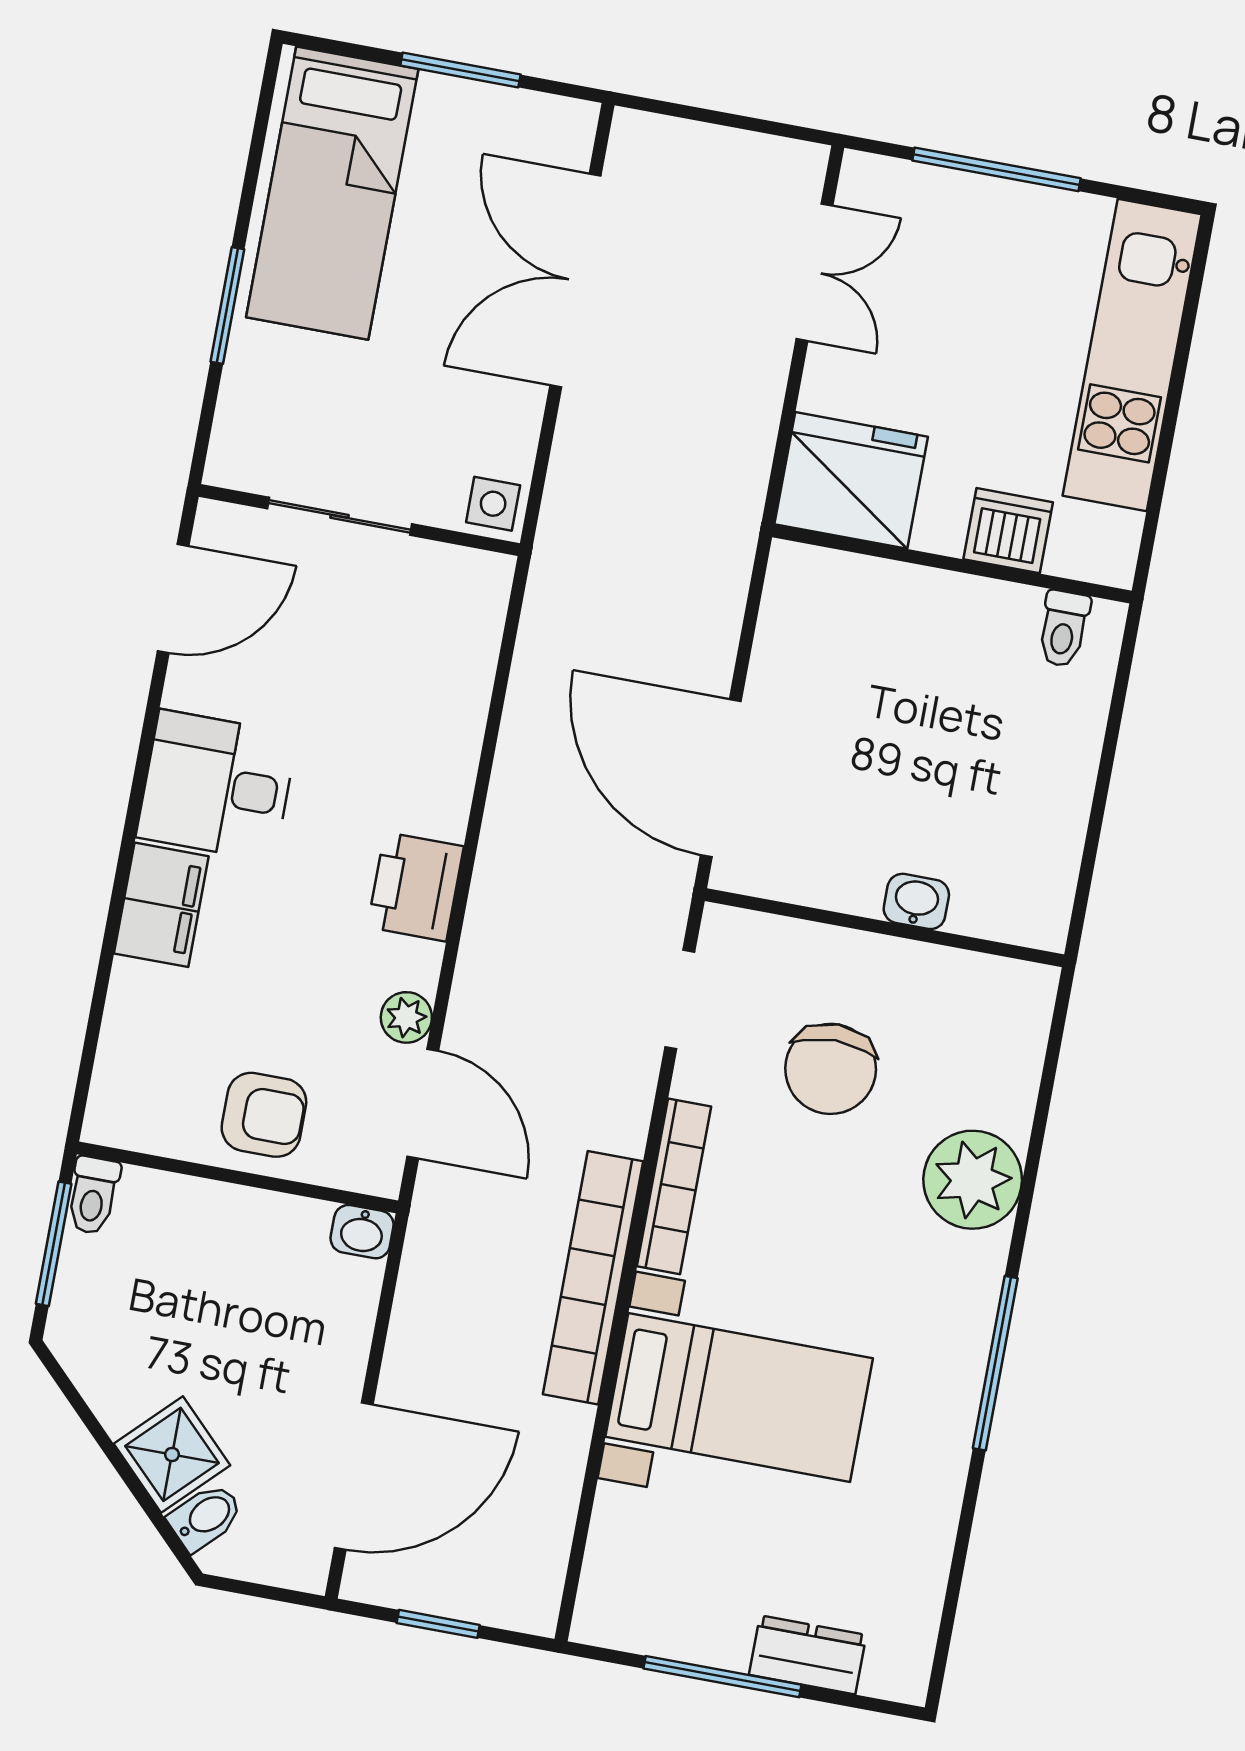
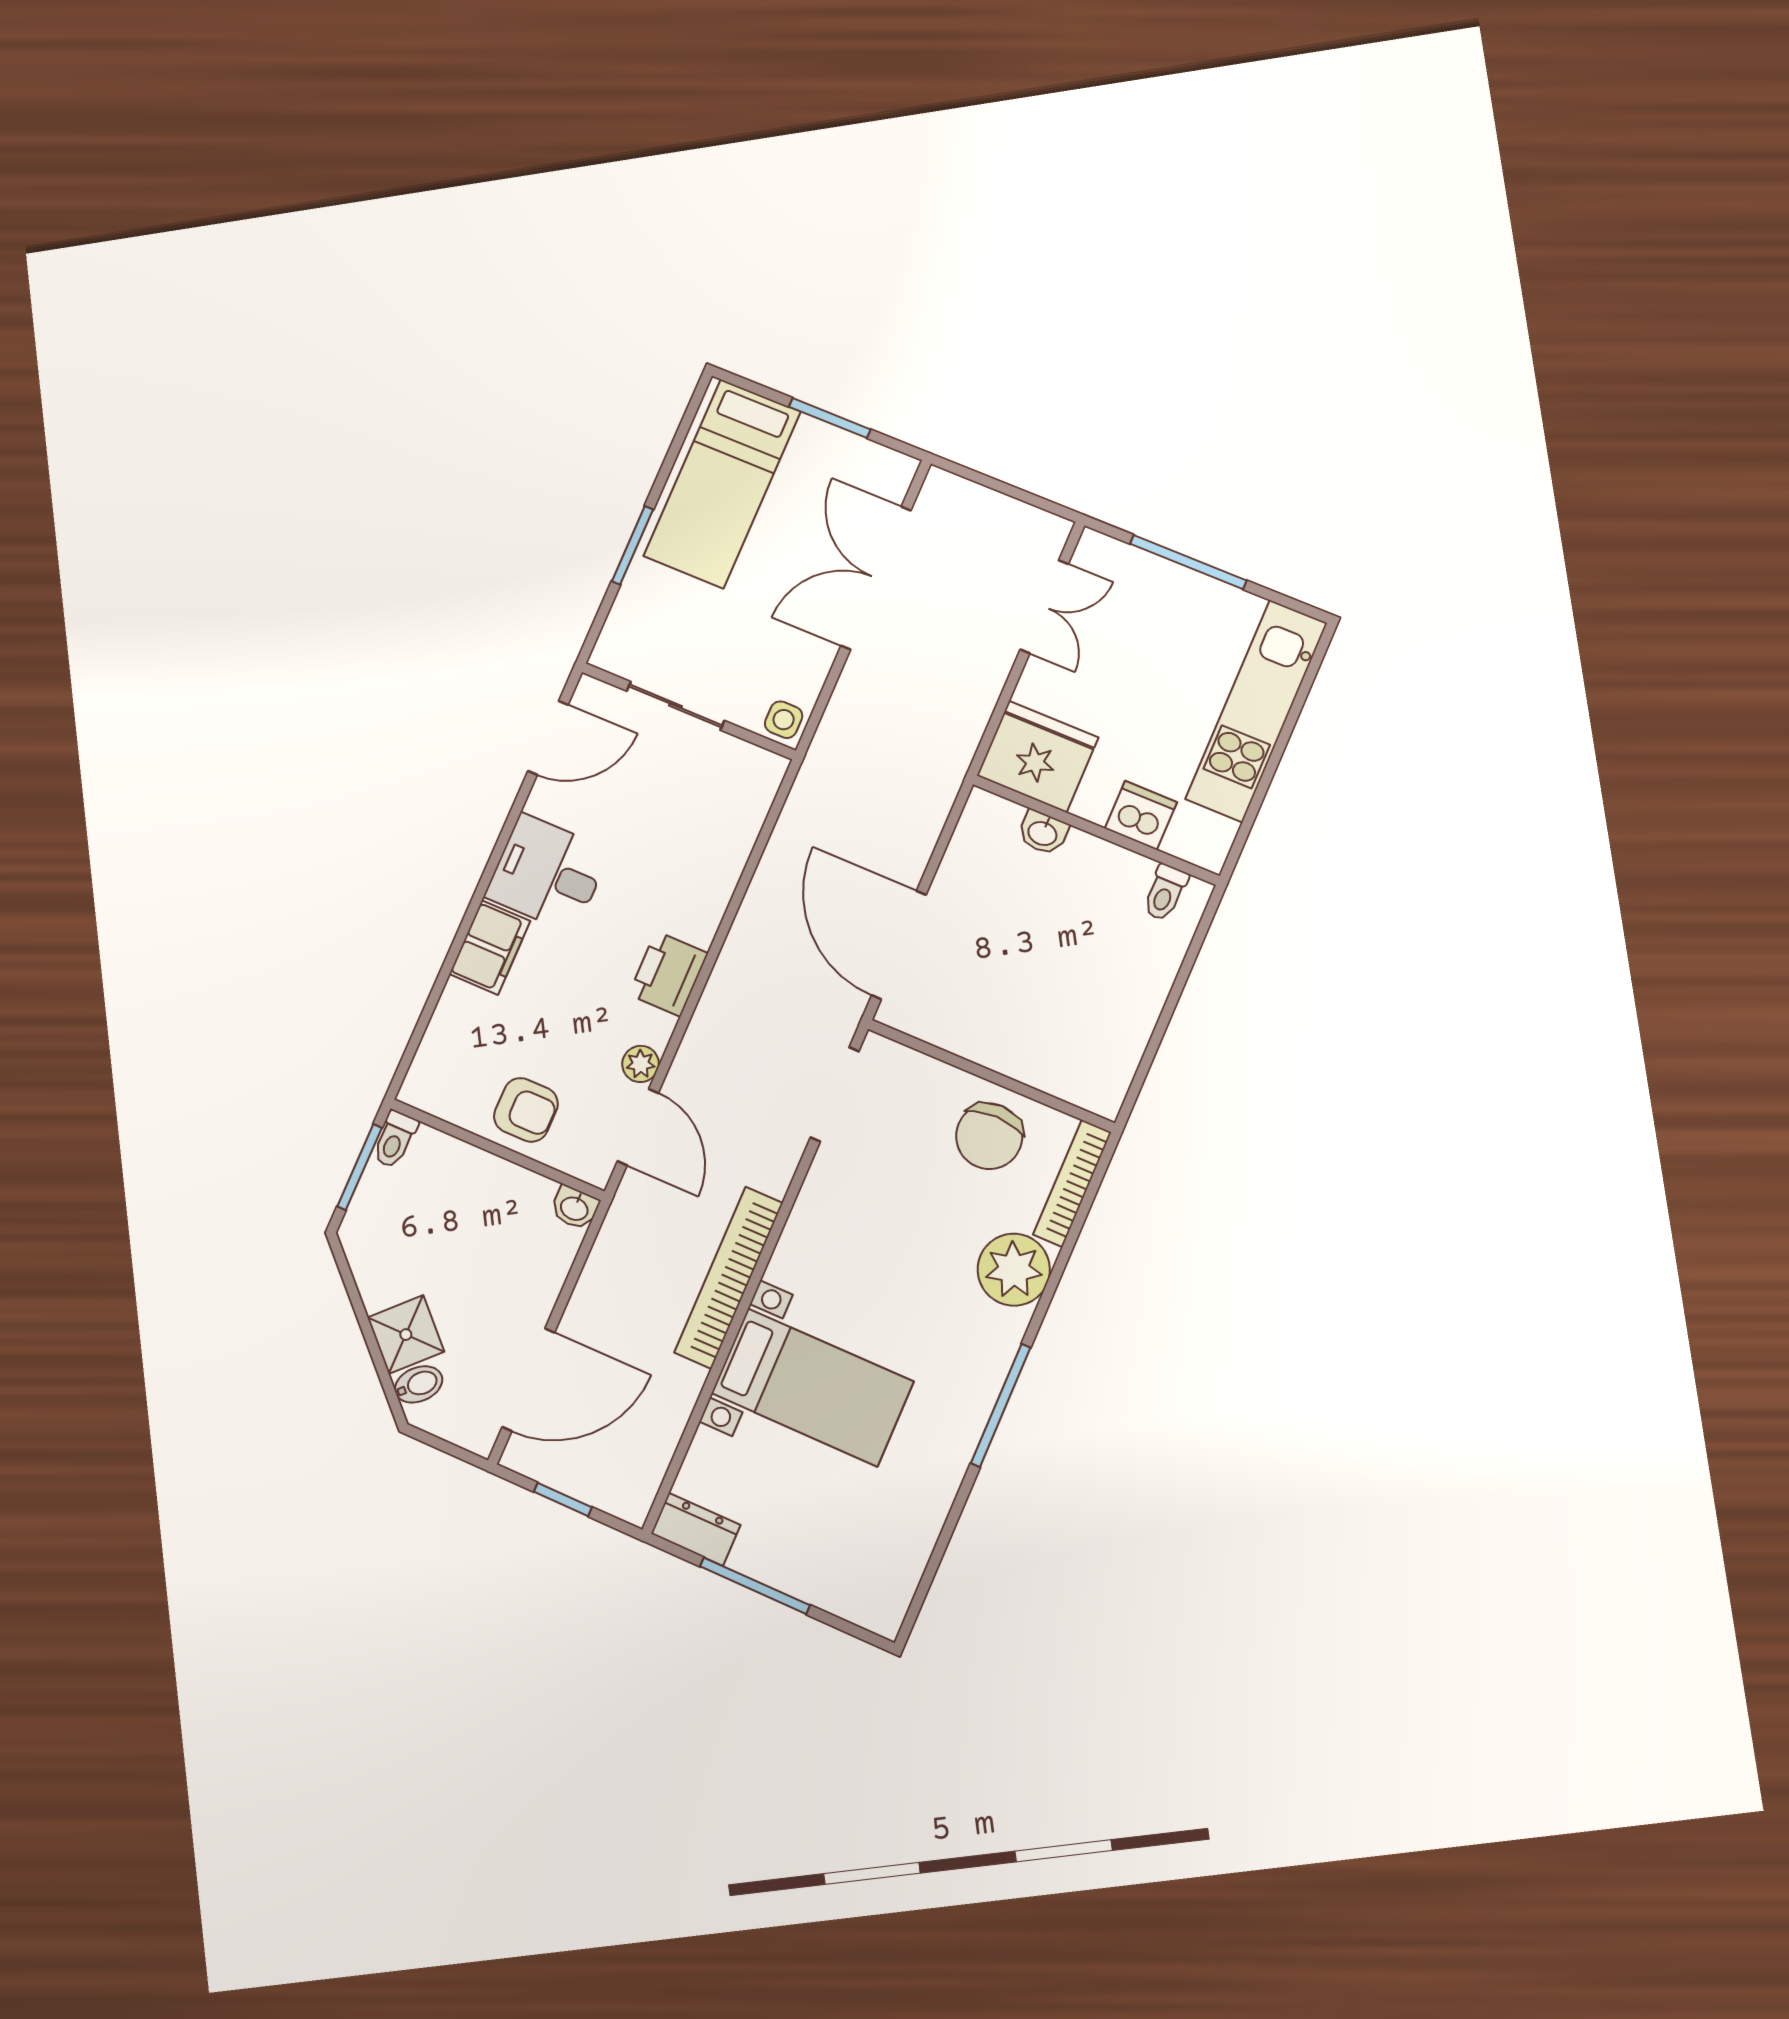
washbasin: (916, 901) -> (1043, 833), moved, turned 180
doorway: (680, 1000) -> (835, 1094), width x1.38
chair: (831, 1069) -> (989, 1136), moved
bookcase: (674, 1186) -> (1072, 1183), moved, turned 180
dresser: (808, 1655) -> (696, 1529), moved

